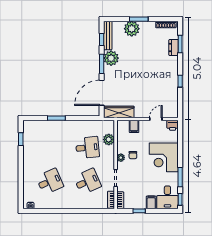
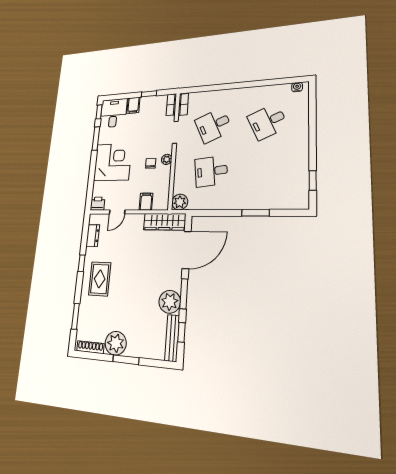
plant: (132, 29) -> (116, 343), moved
dresser: (174, 48) -> (93, 236), moved
rug: (164, 71) -> (100, 279), added
plant: (109, 139) -> (180, 202), moved

